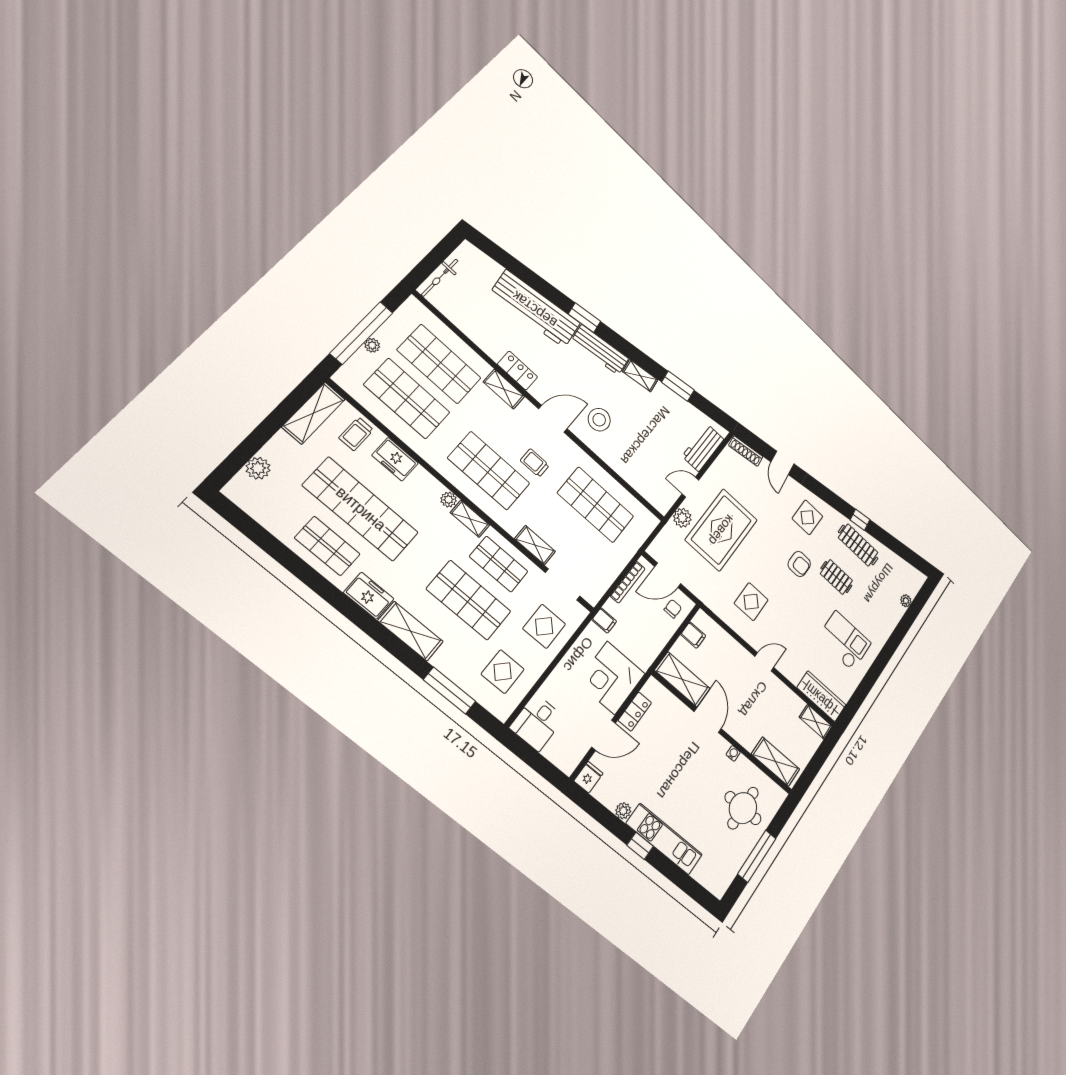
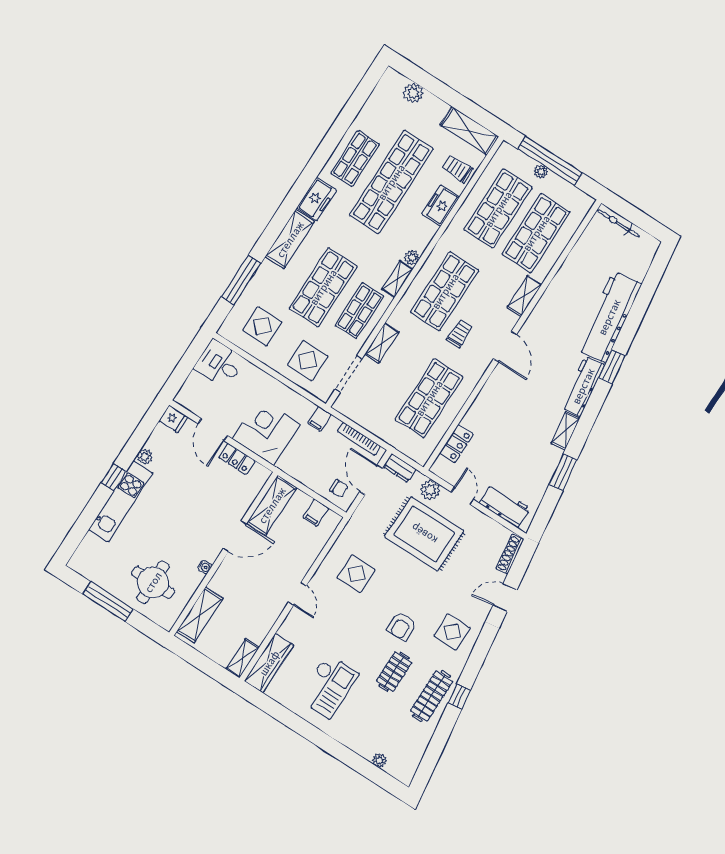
locker: (518, 371) -> (456, 444), moved
stool: (599, 420) -> (513, 393), removed
dresser: (659, 545) -> (400, 468), added

